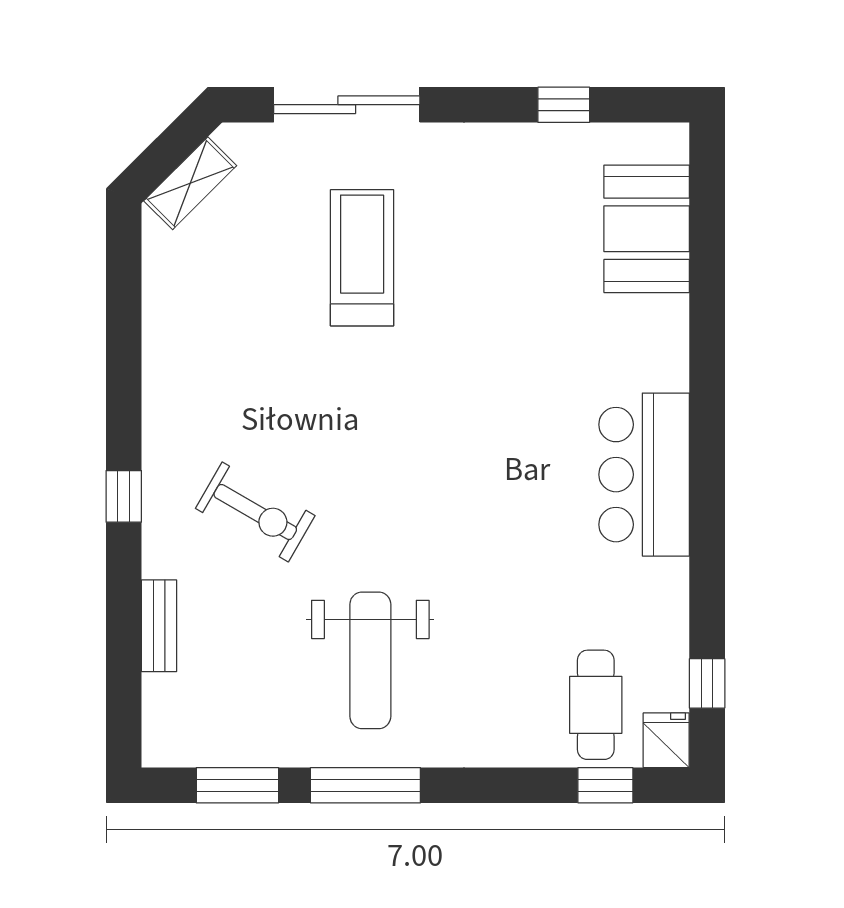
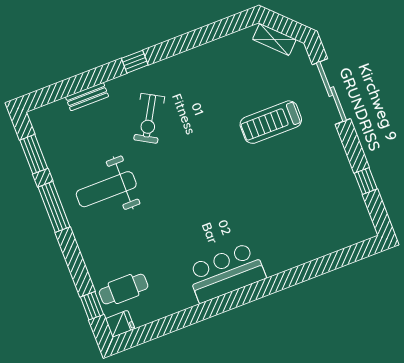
booth: (647, 229) -> (328, 235), removed
treadmill: (362, 258) -> (271, 122), turned 180
window: (707, 683) -> (150, 332), removed

